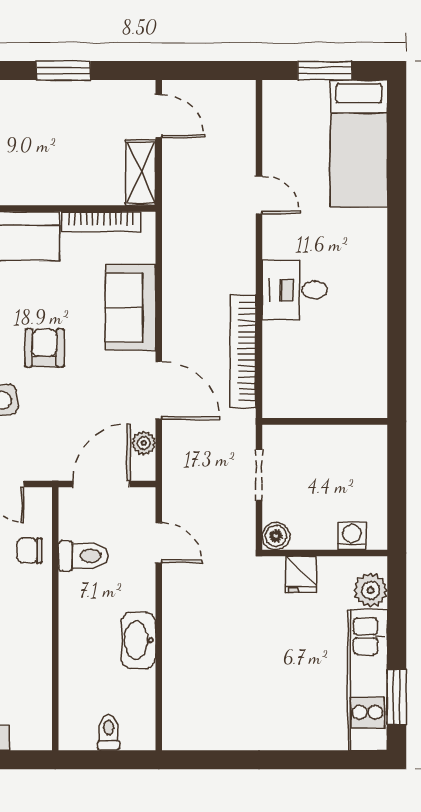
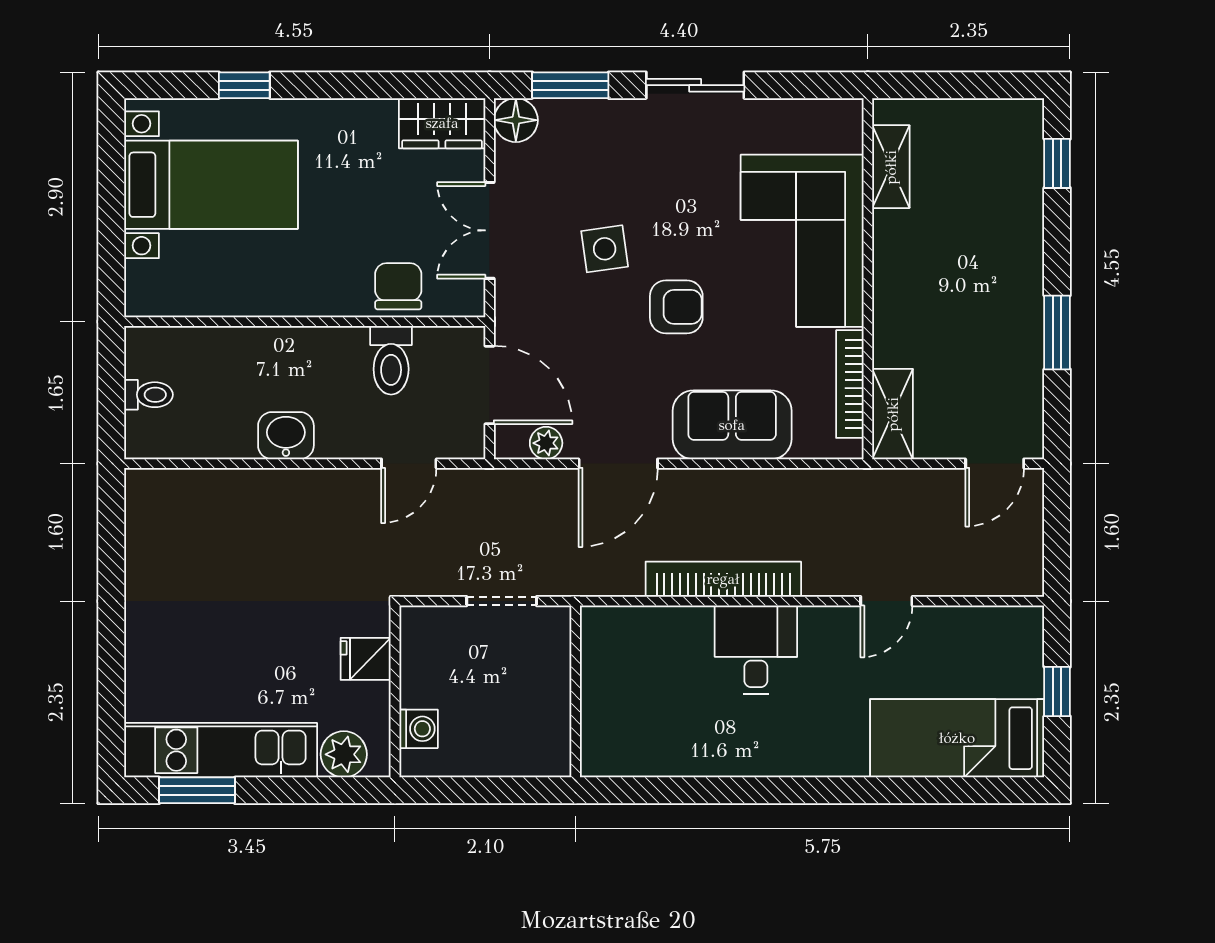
window: (325, 71) -> (1057, 692), width x0.67
shelving: (141, 172) -> (893, 414), moved, turned 90
bookcase: (243, 352) -> (723, 579), moved
boiler: (276, 536) -> (418, 624), removed
chair: (30, 551) -> (398, 286), width x1.37, depth x1.37
washbasin: (138, 640) -> (286, 436), width x0.72

